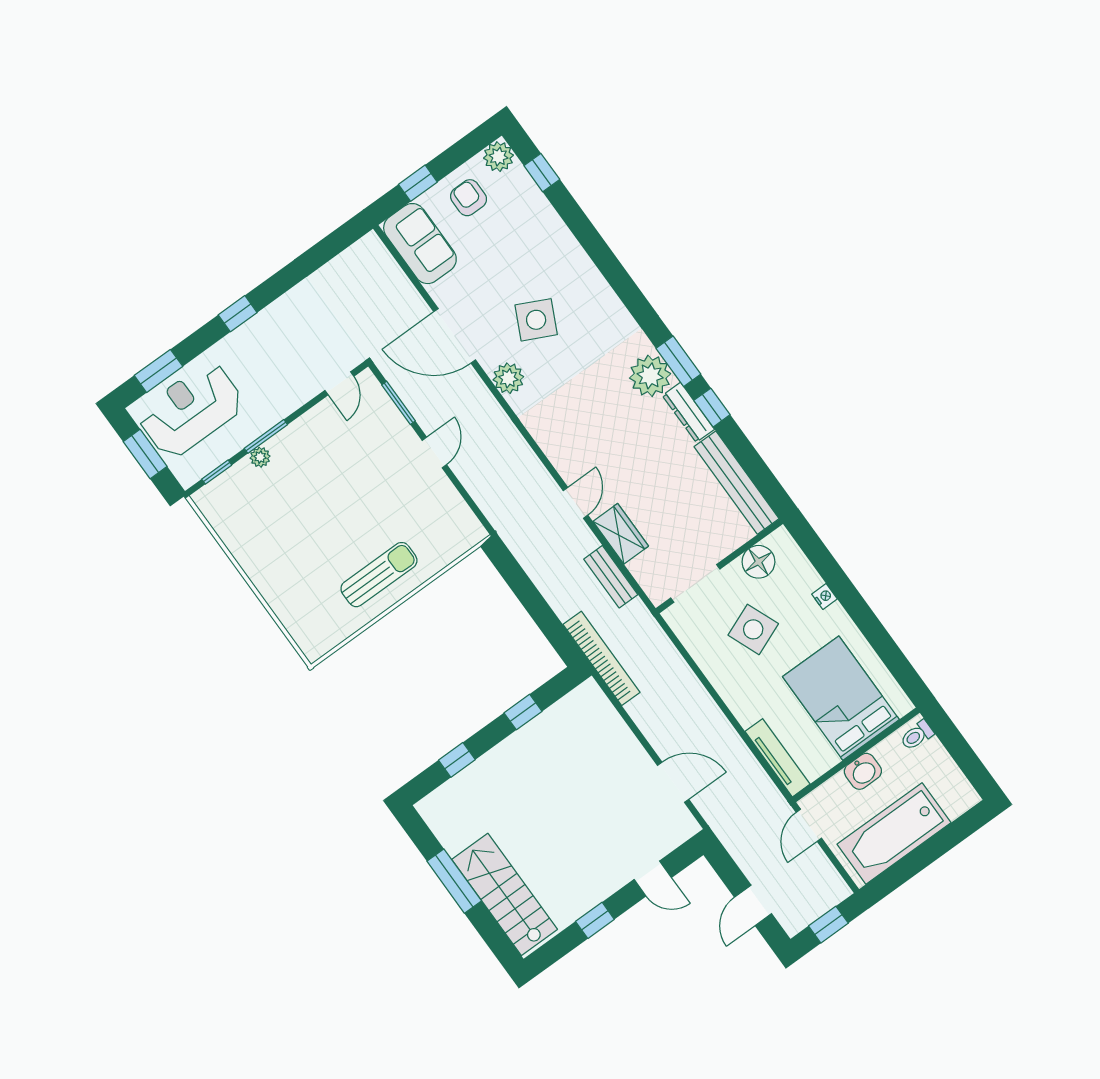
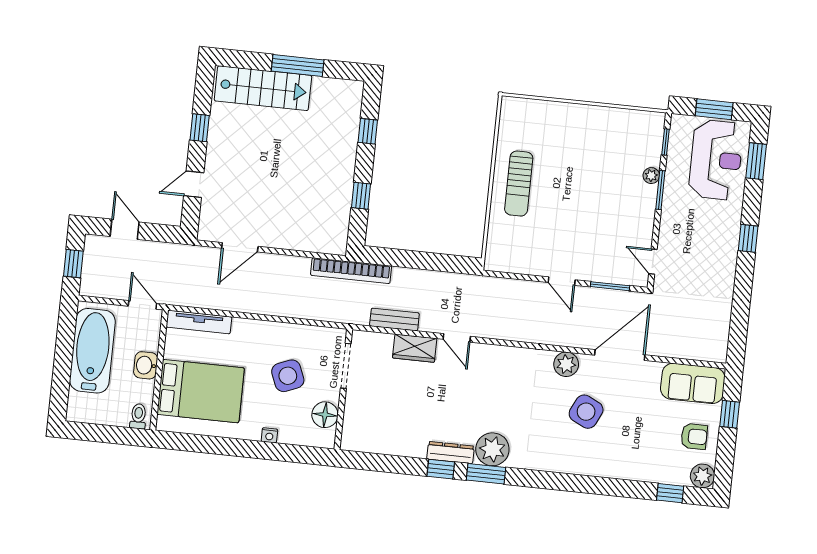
bench: (737, 483) -> (383, 444), removed

